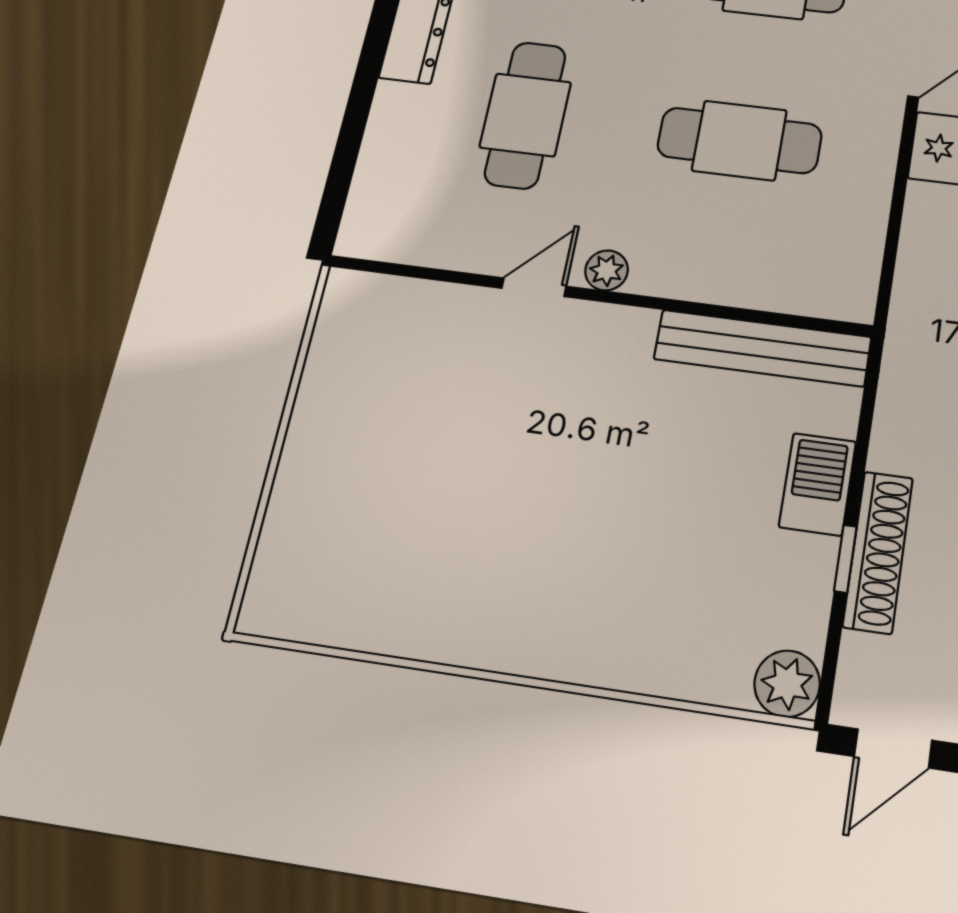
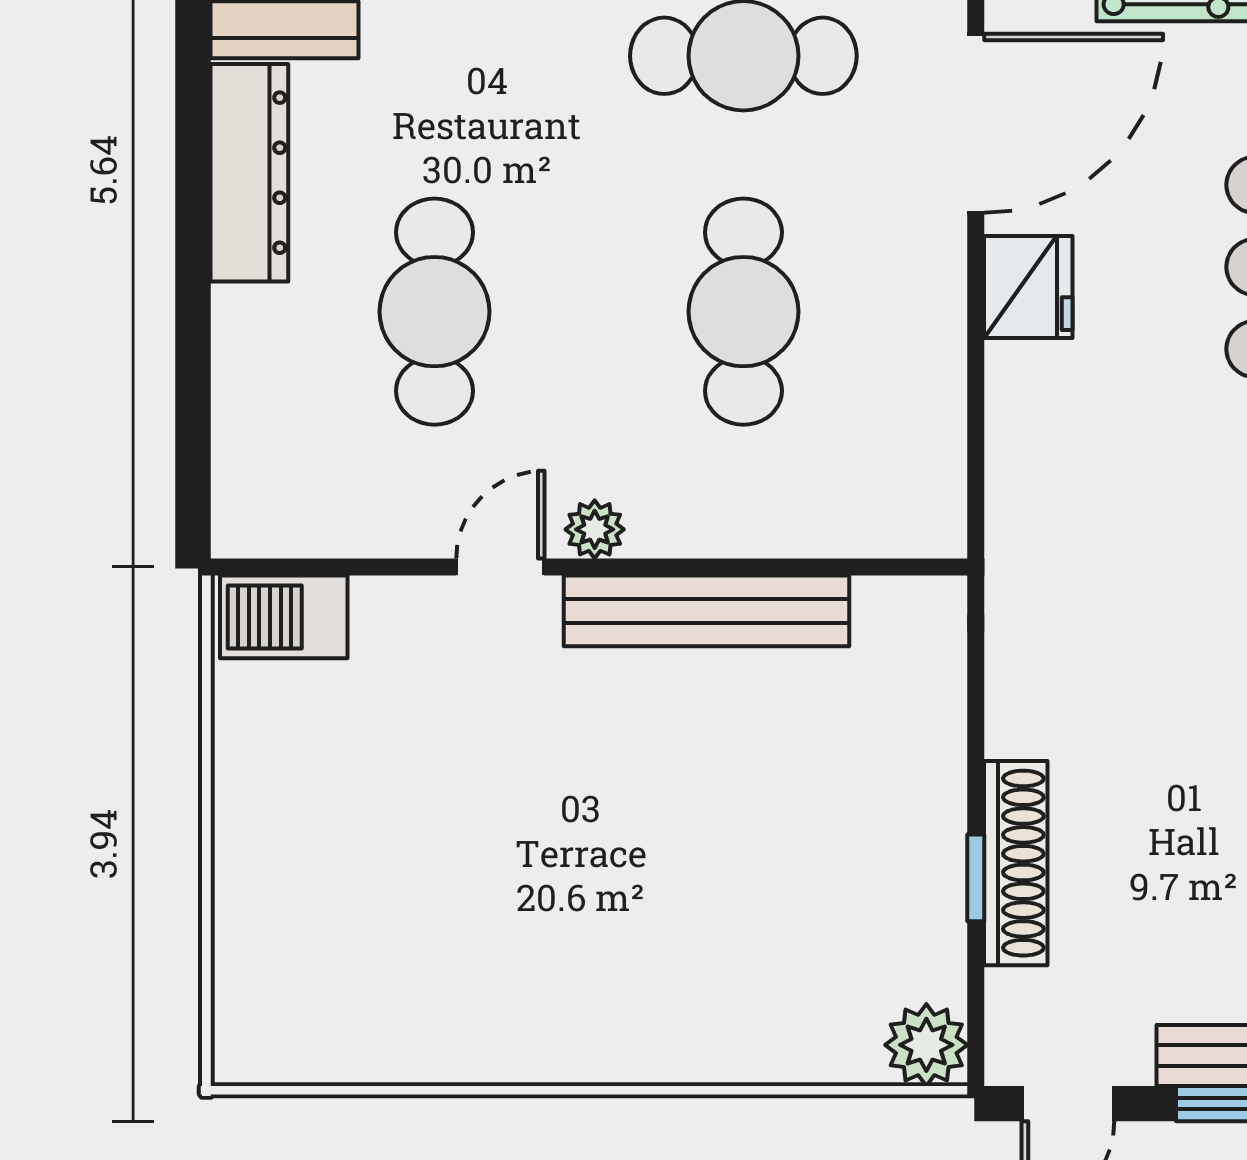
cafe table: (739, 140) -> (743, 312), turned 90
bench: (762, 348) -> (706, 611), moved
barbecue: (818, 484) -> (284, 617), moved, turned -90

